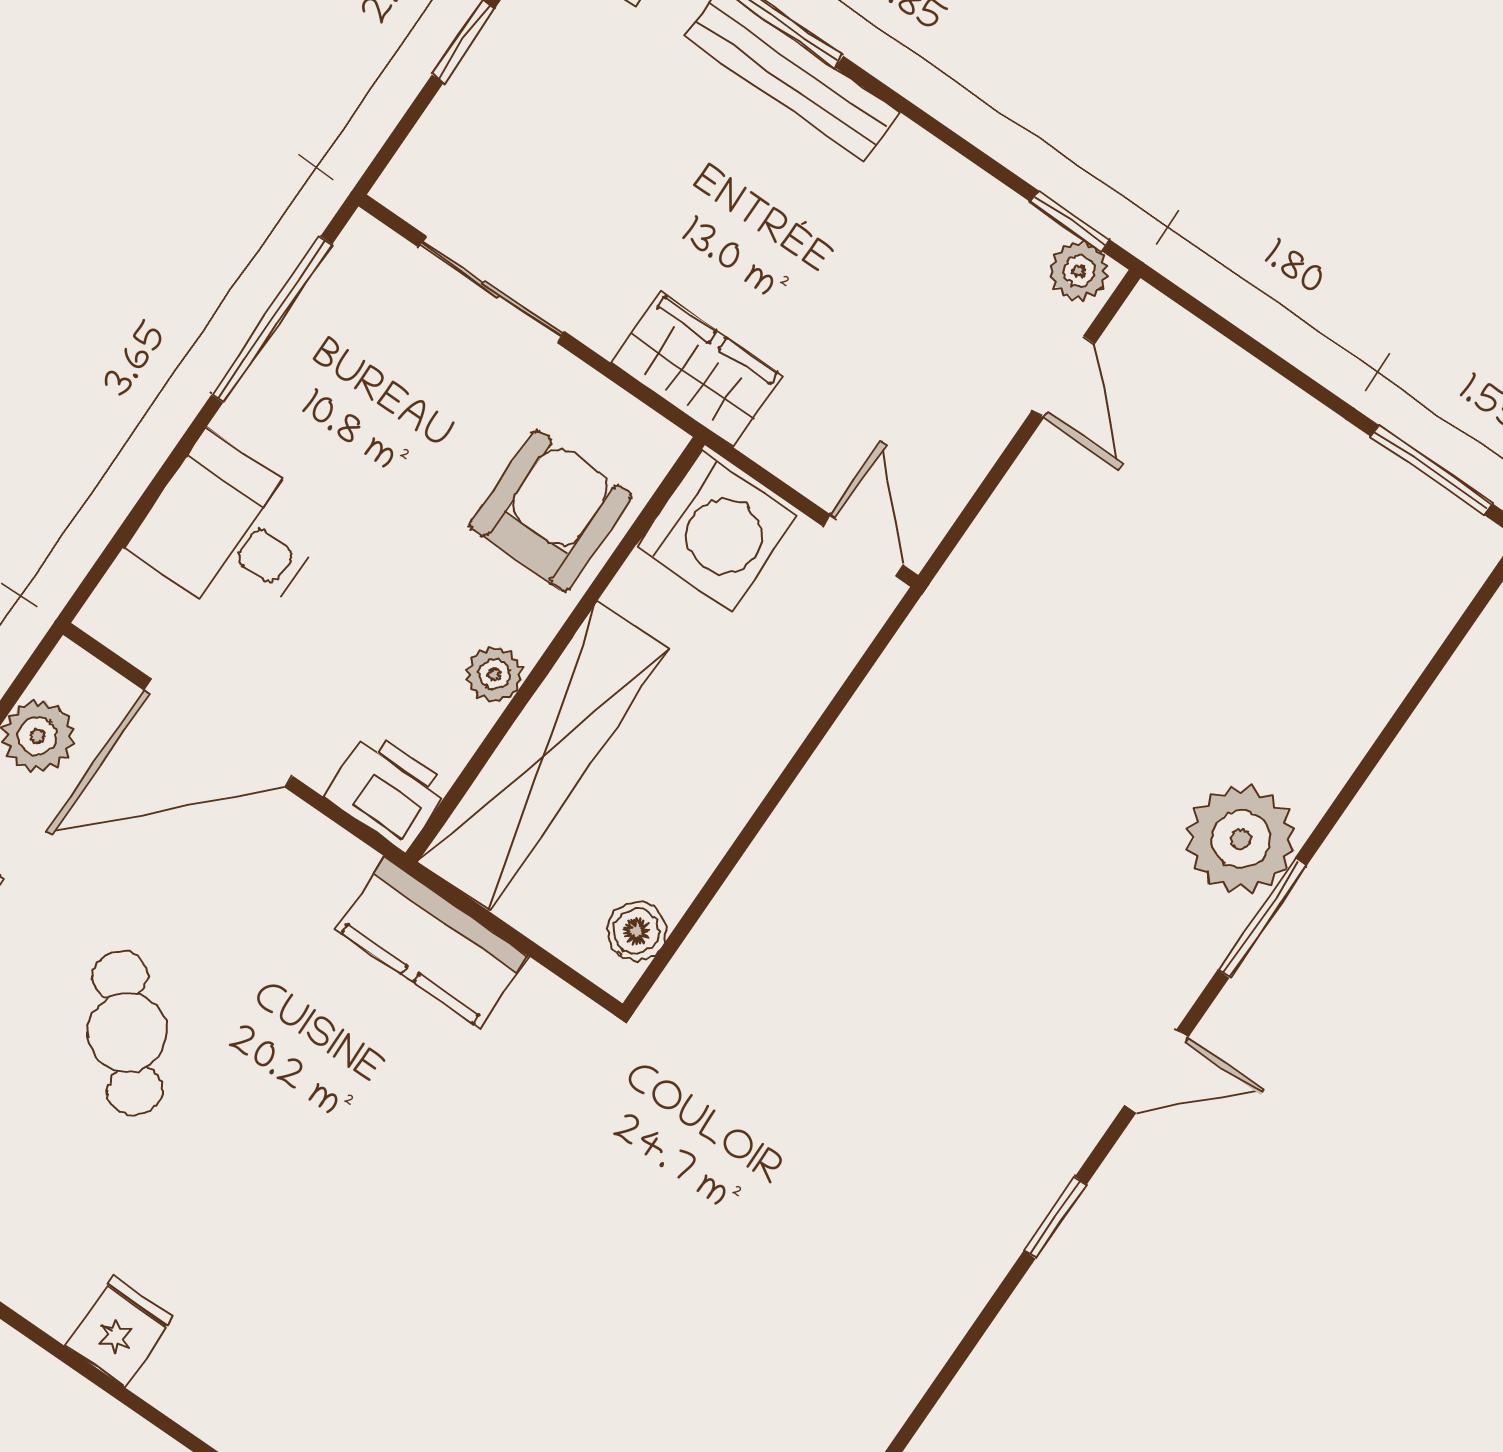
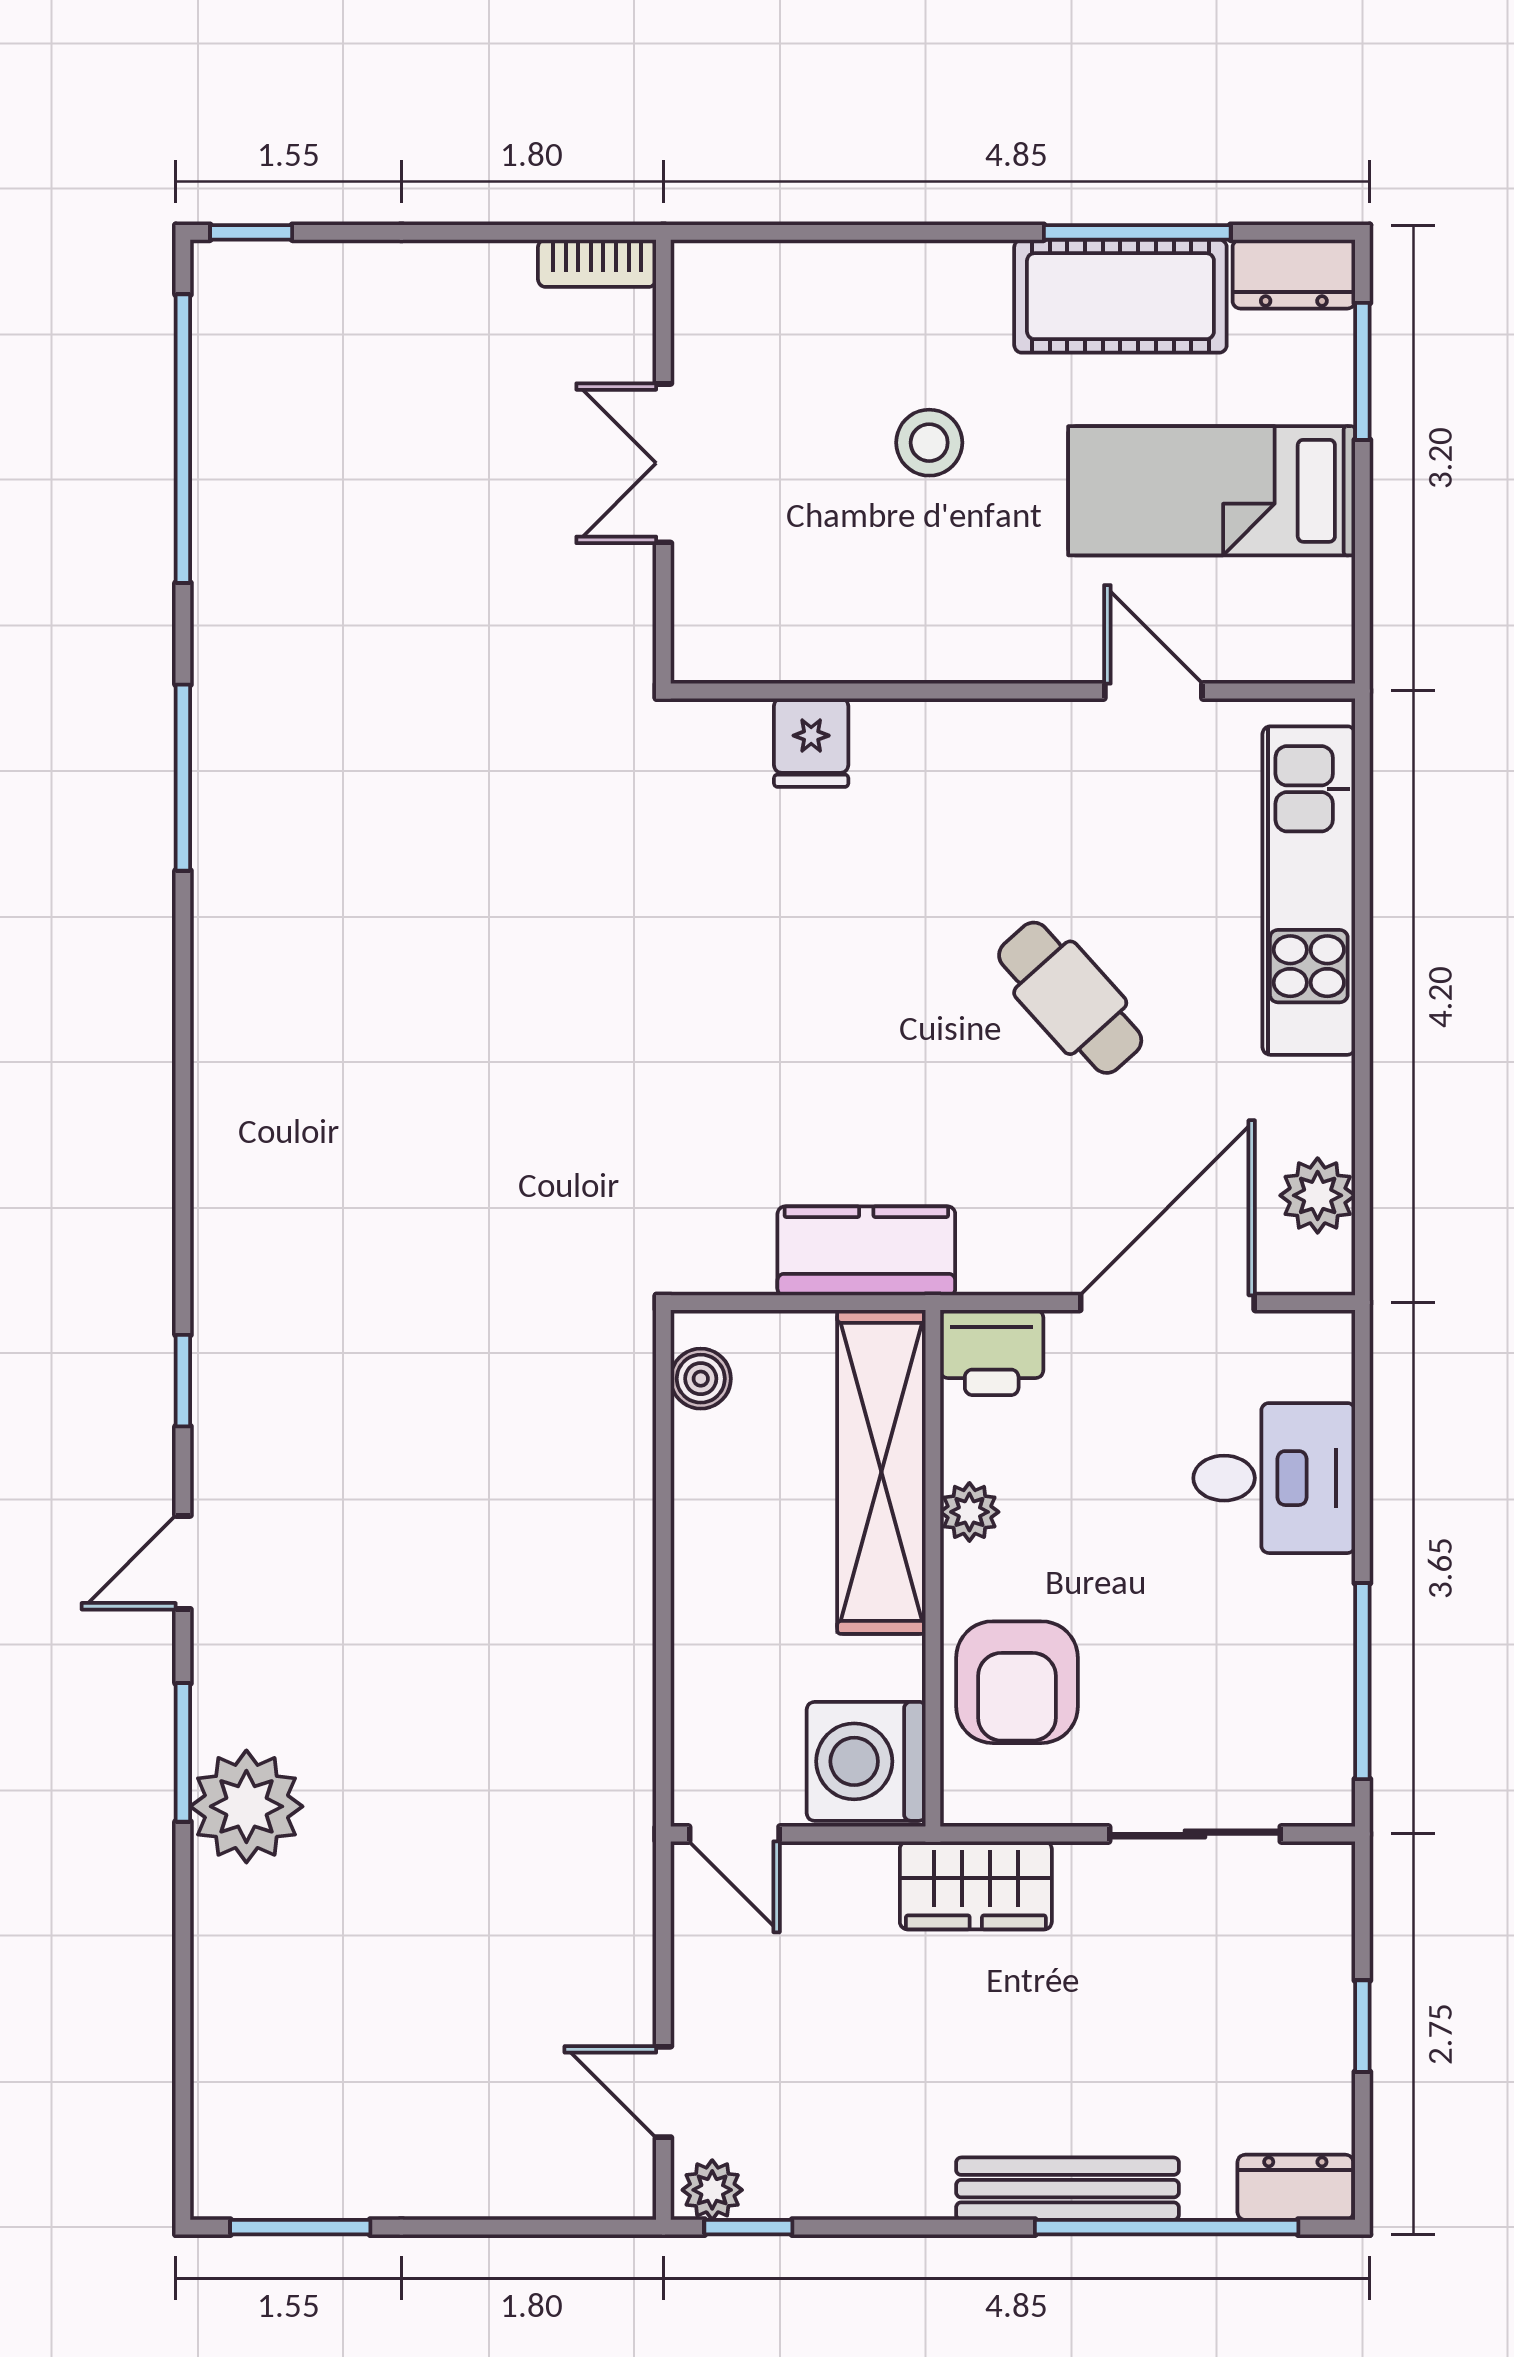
fridge: (119, 1331) -> (811, 743), moved

